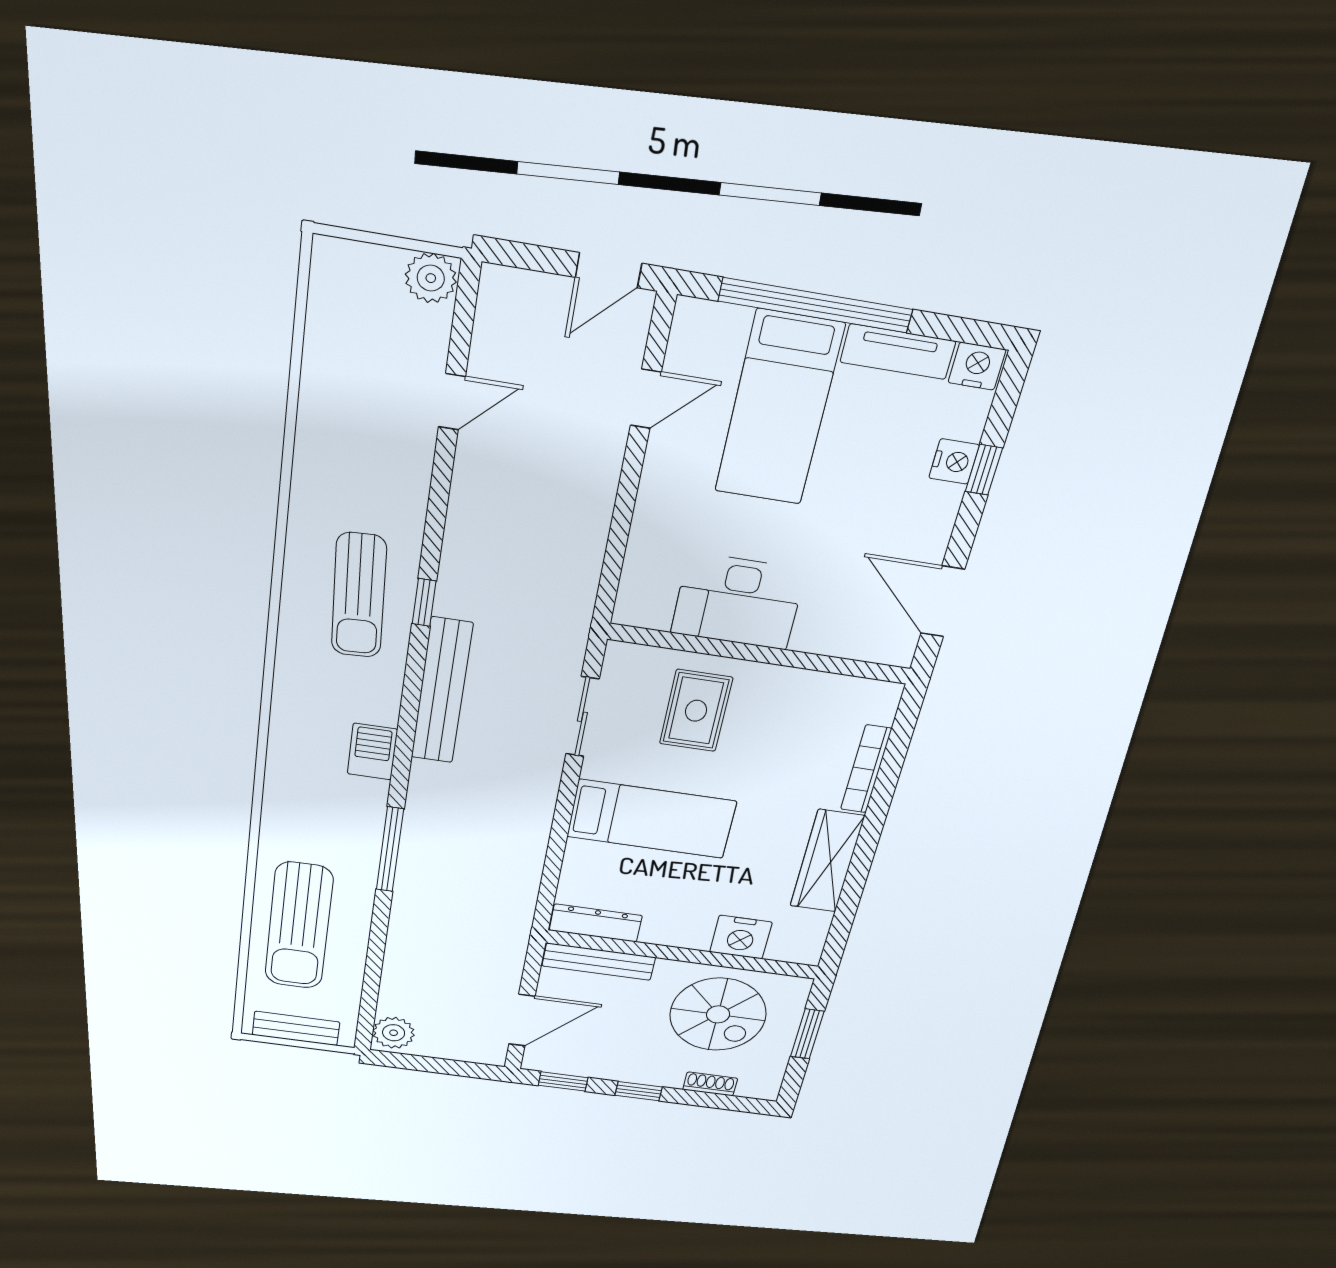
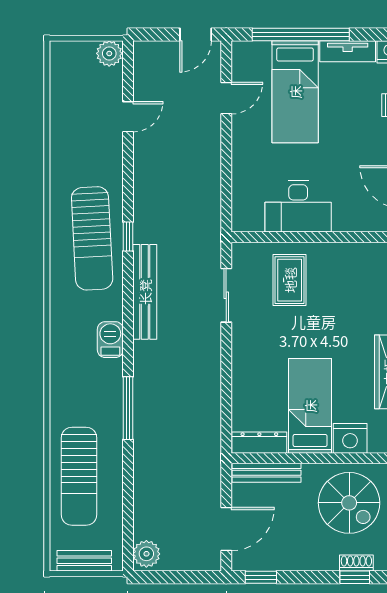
sun lounger: (359, 596) -> (92, 238), width x1.36, depth x1.34
bed: (651, 819) -> (310, 406), moved, turned -90
window: (639, 1091) -> (355, 577), moved

